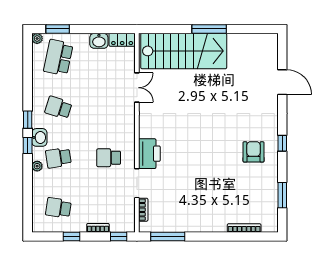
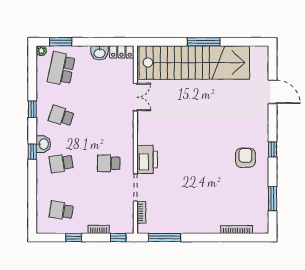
stairs: (184, 51) -> (194, 63), width x1.36
window: (28, 120) -> (32, 109), moved
plant: (37, 166) -> (41, 171), removed

